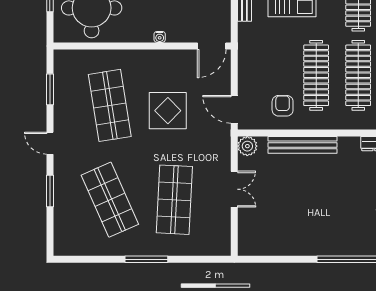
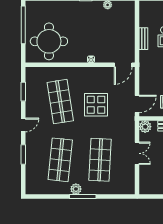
door: (234, 109) -> (137, 104), swing flipped
door: (50, 143) -> (23, 125), swing flipped
shop shelf: (110, 200) -> (60, 160), turned 30
plant: (135, 247) -> (76, 189), added

